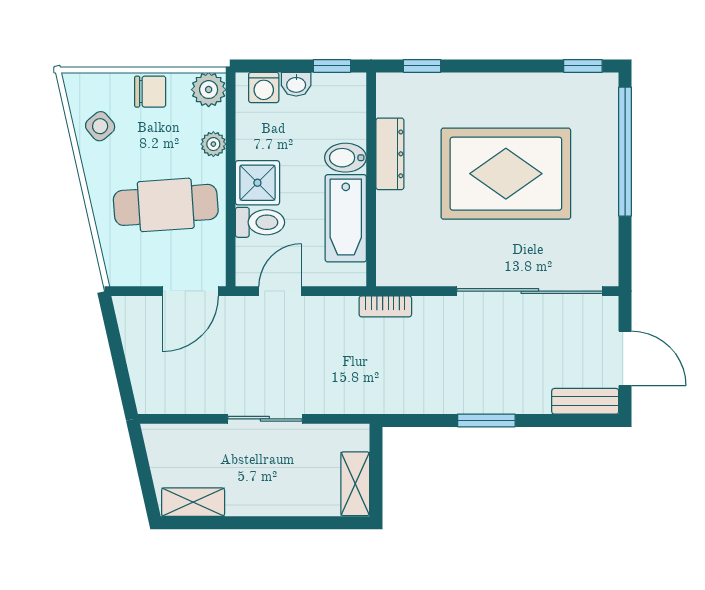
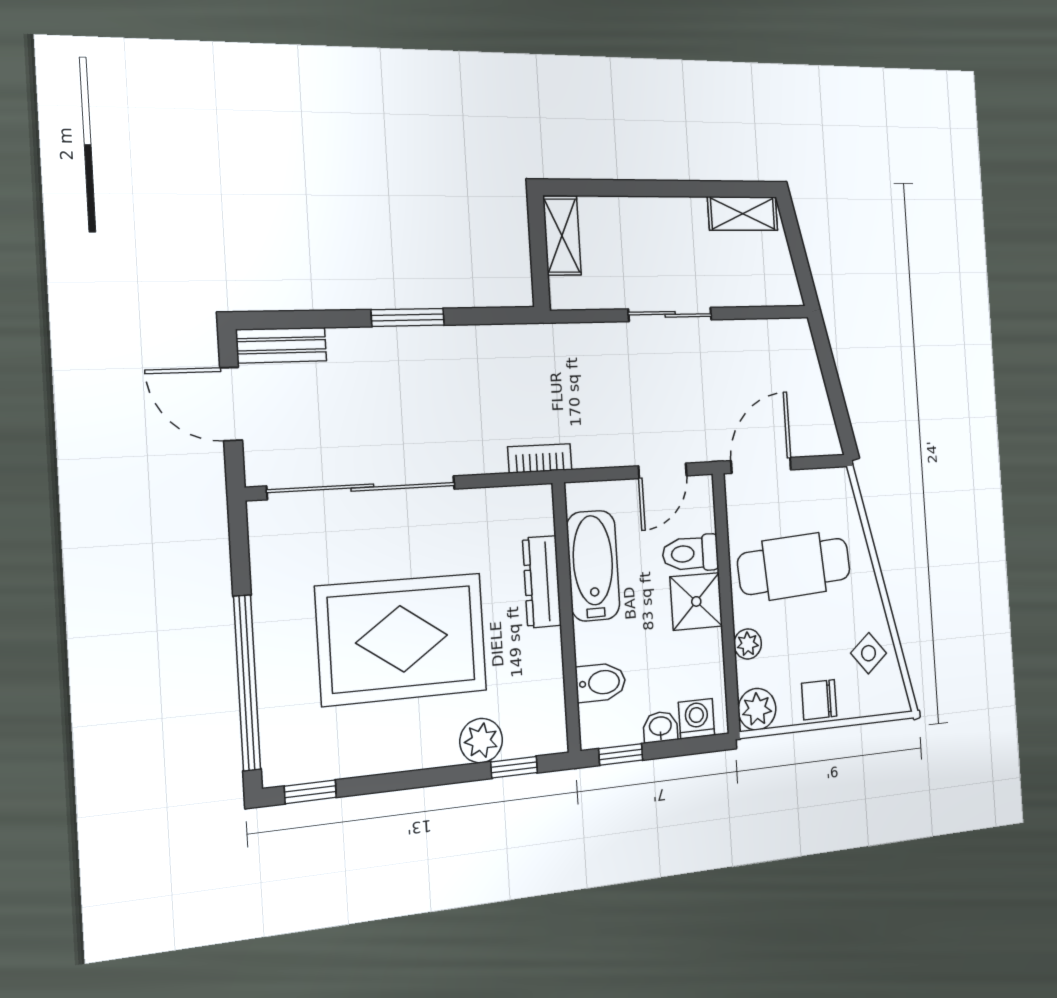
plant: (448, 90) -> (481, 741), added
dresser: (390, 154) -> (542, 582), moved
bidet: (345, 158) -> (601, 682), moved

